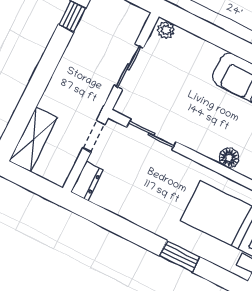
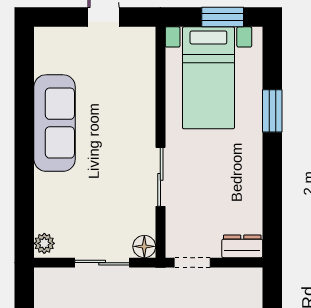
sliding door: (151, 134) -> (160, 177), moved
floor lamp: (229, 158) -> (144, 246), moved

